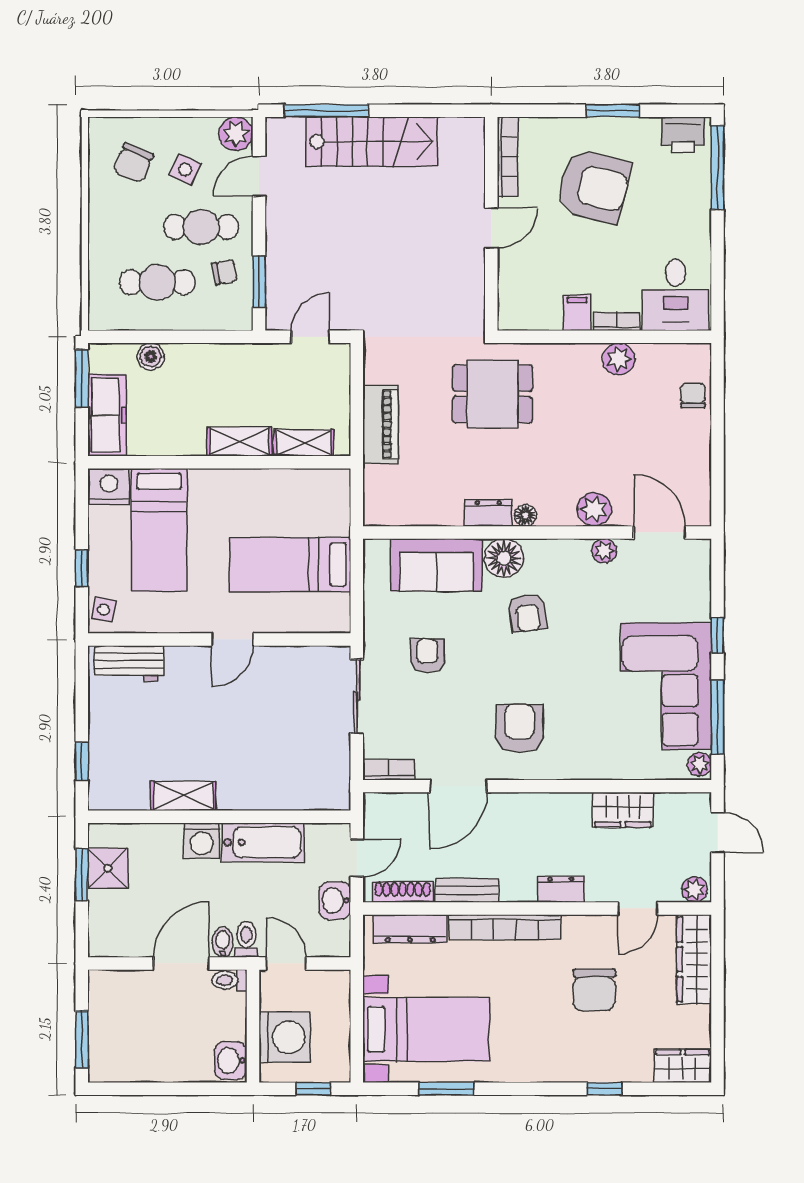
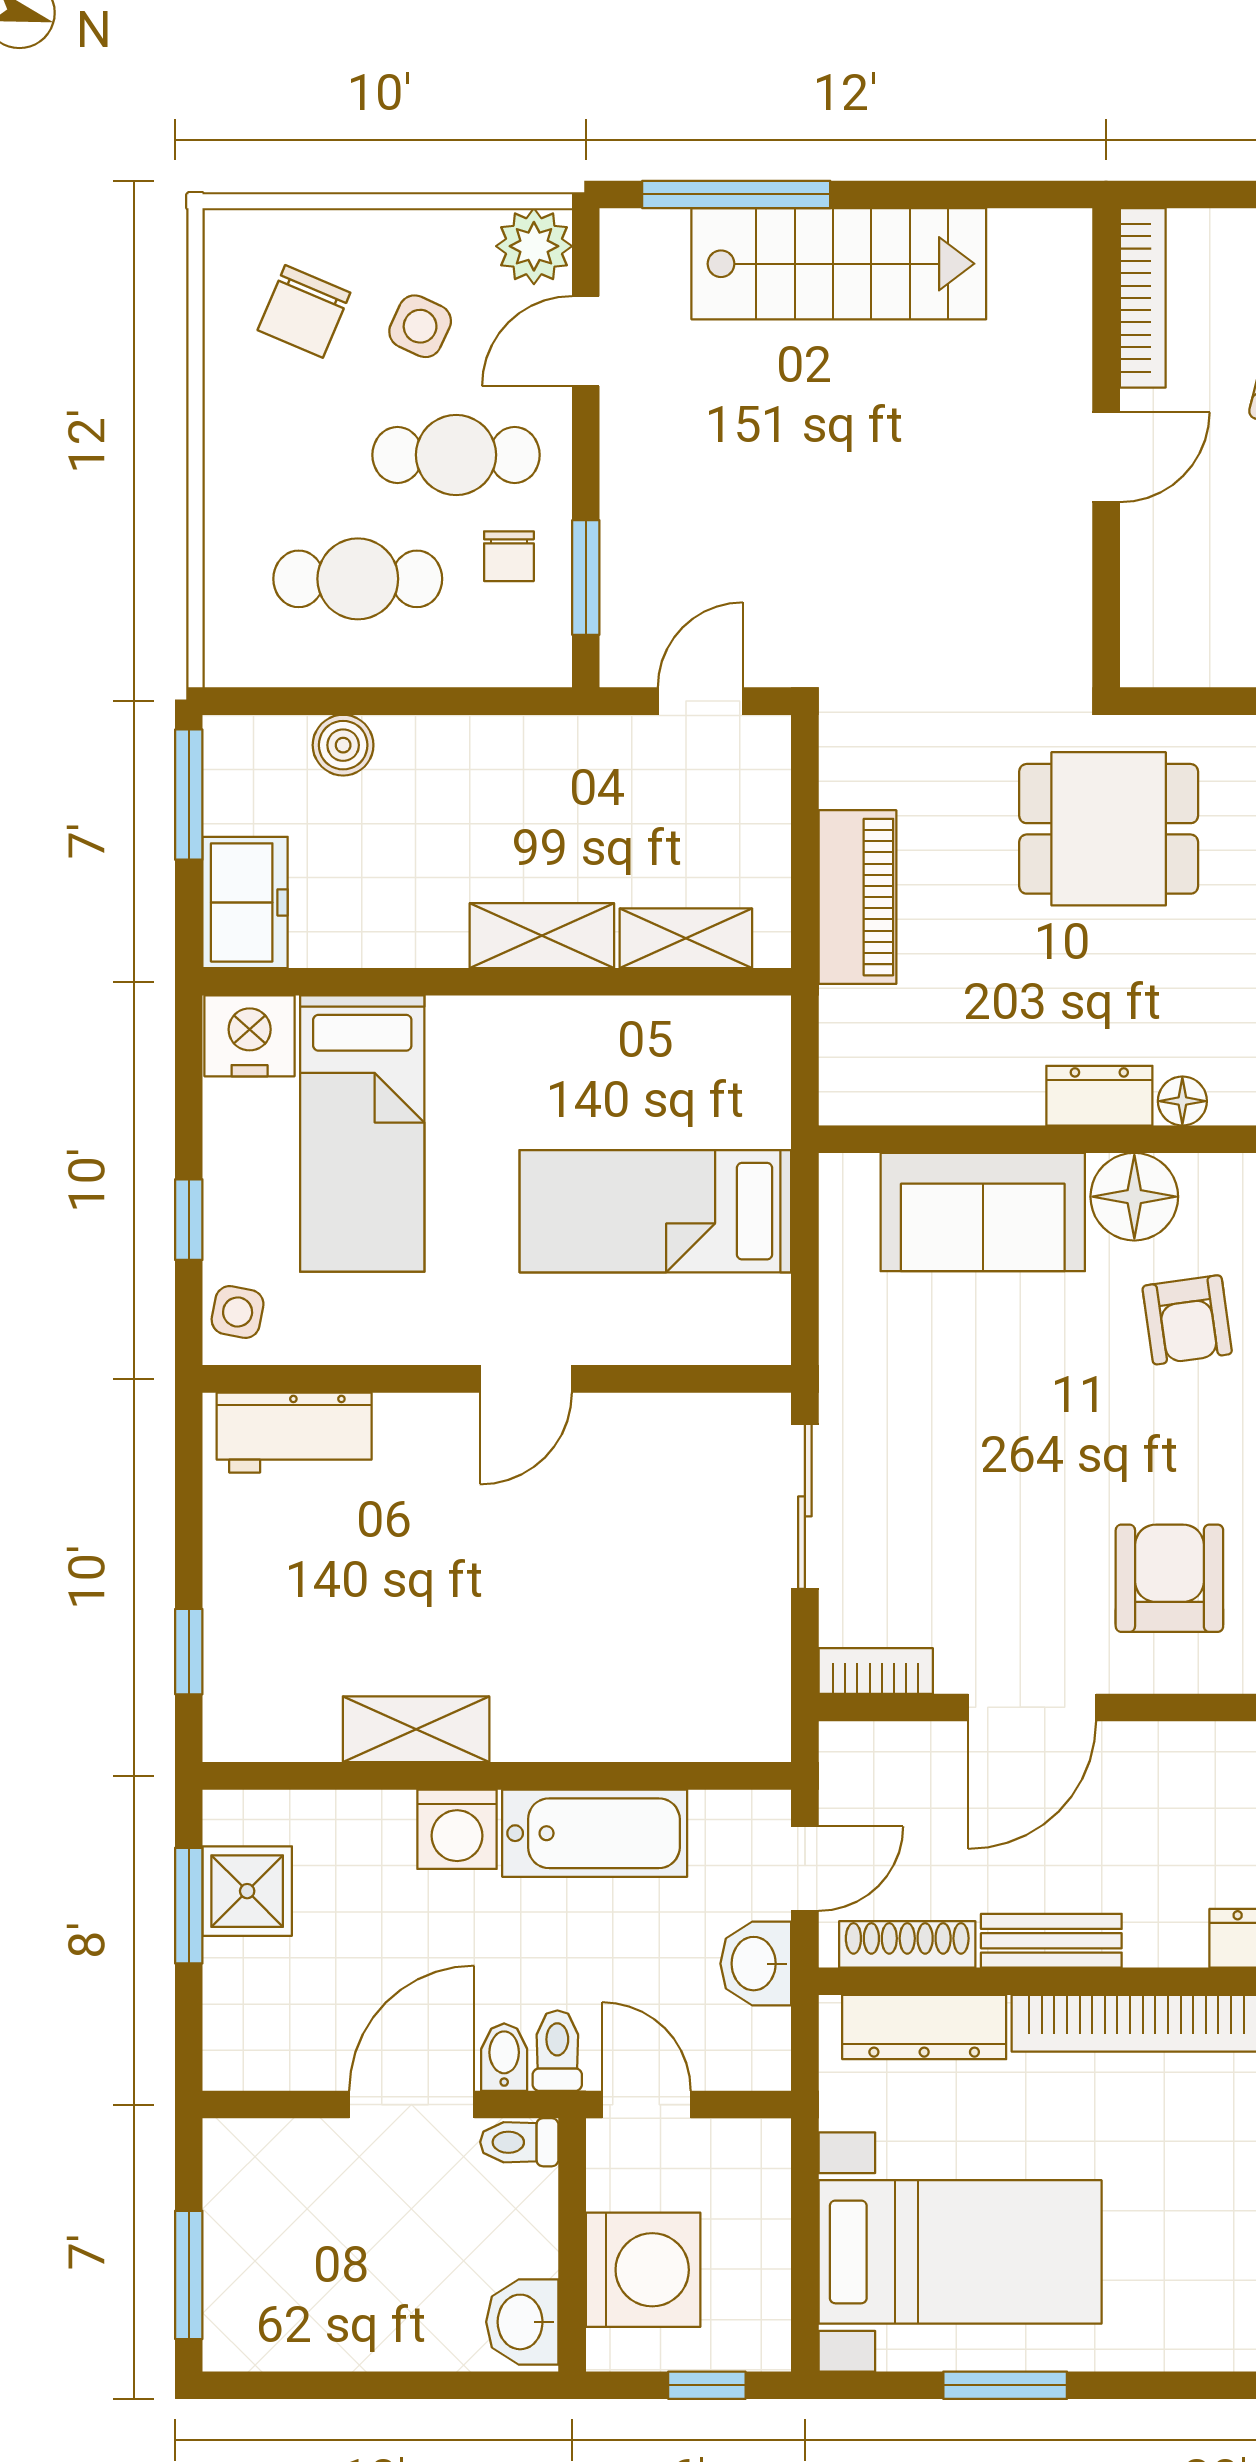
chair: (225, 272) -> (509, 556), turned 100
freezer: (107, 415) -> (245, 902), width x0.71
armchair: (427, 656) -> (962, 1415), removed

